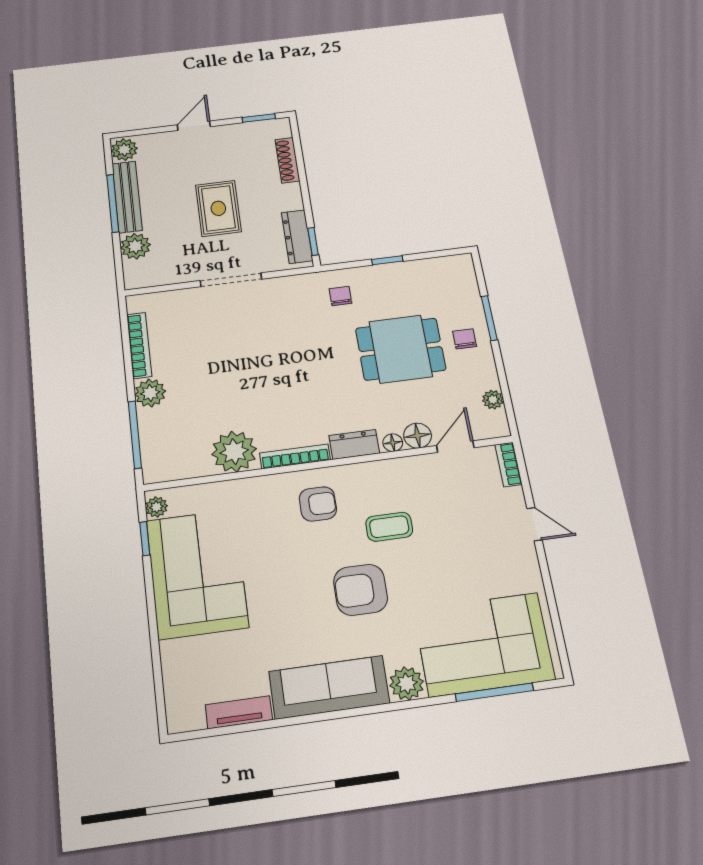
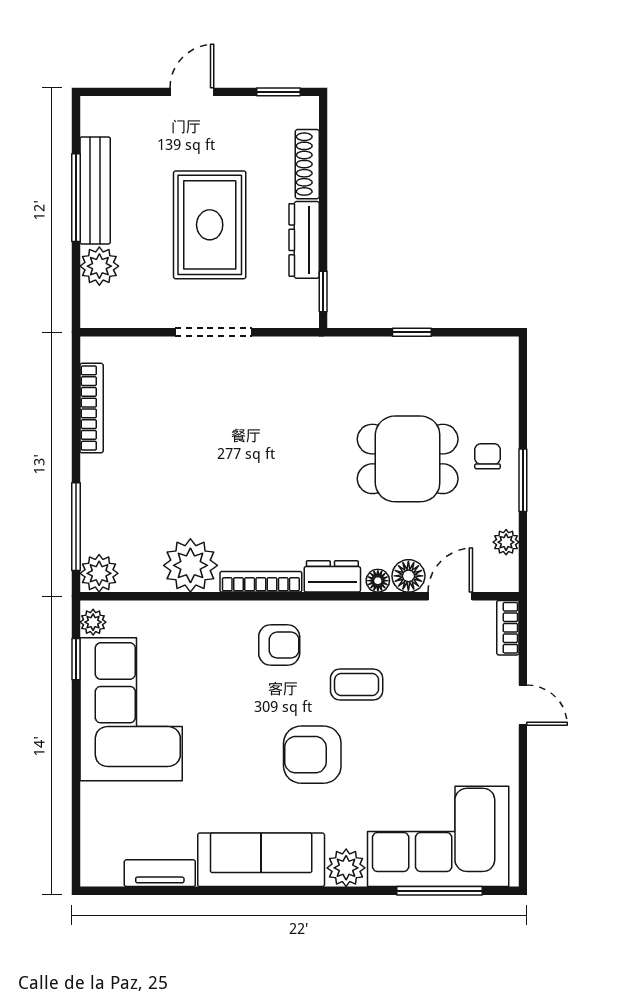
plant: (124, 150) -> (98, 117), removed
rug: (218, 208) -> (210, 225), width x1.36, depth x1.43
dresser: (297, 237) -> (304, 240), moved
chair: (341, 296) -> (346, 375), removed
window: (489, 318) -> (523, 480), moved
plant: (150, 393) -> (99, 573), moved

